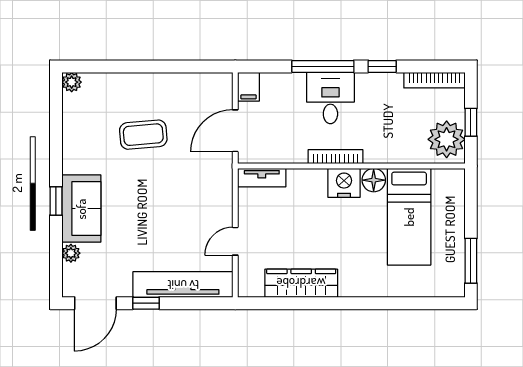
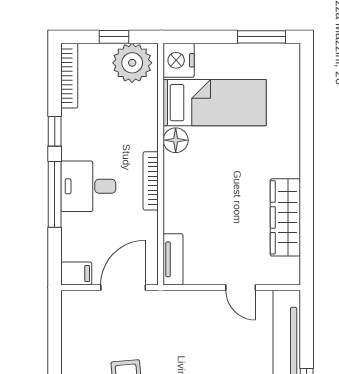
door: (235, 131) -> (123, 288), swing flipped
nightstand: (344, 183) -> (179, 60), moved

